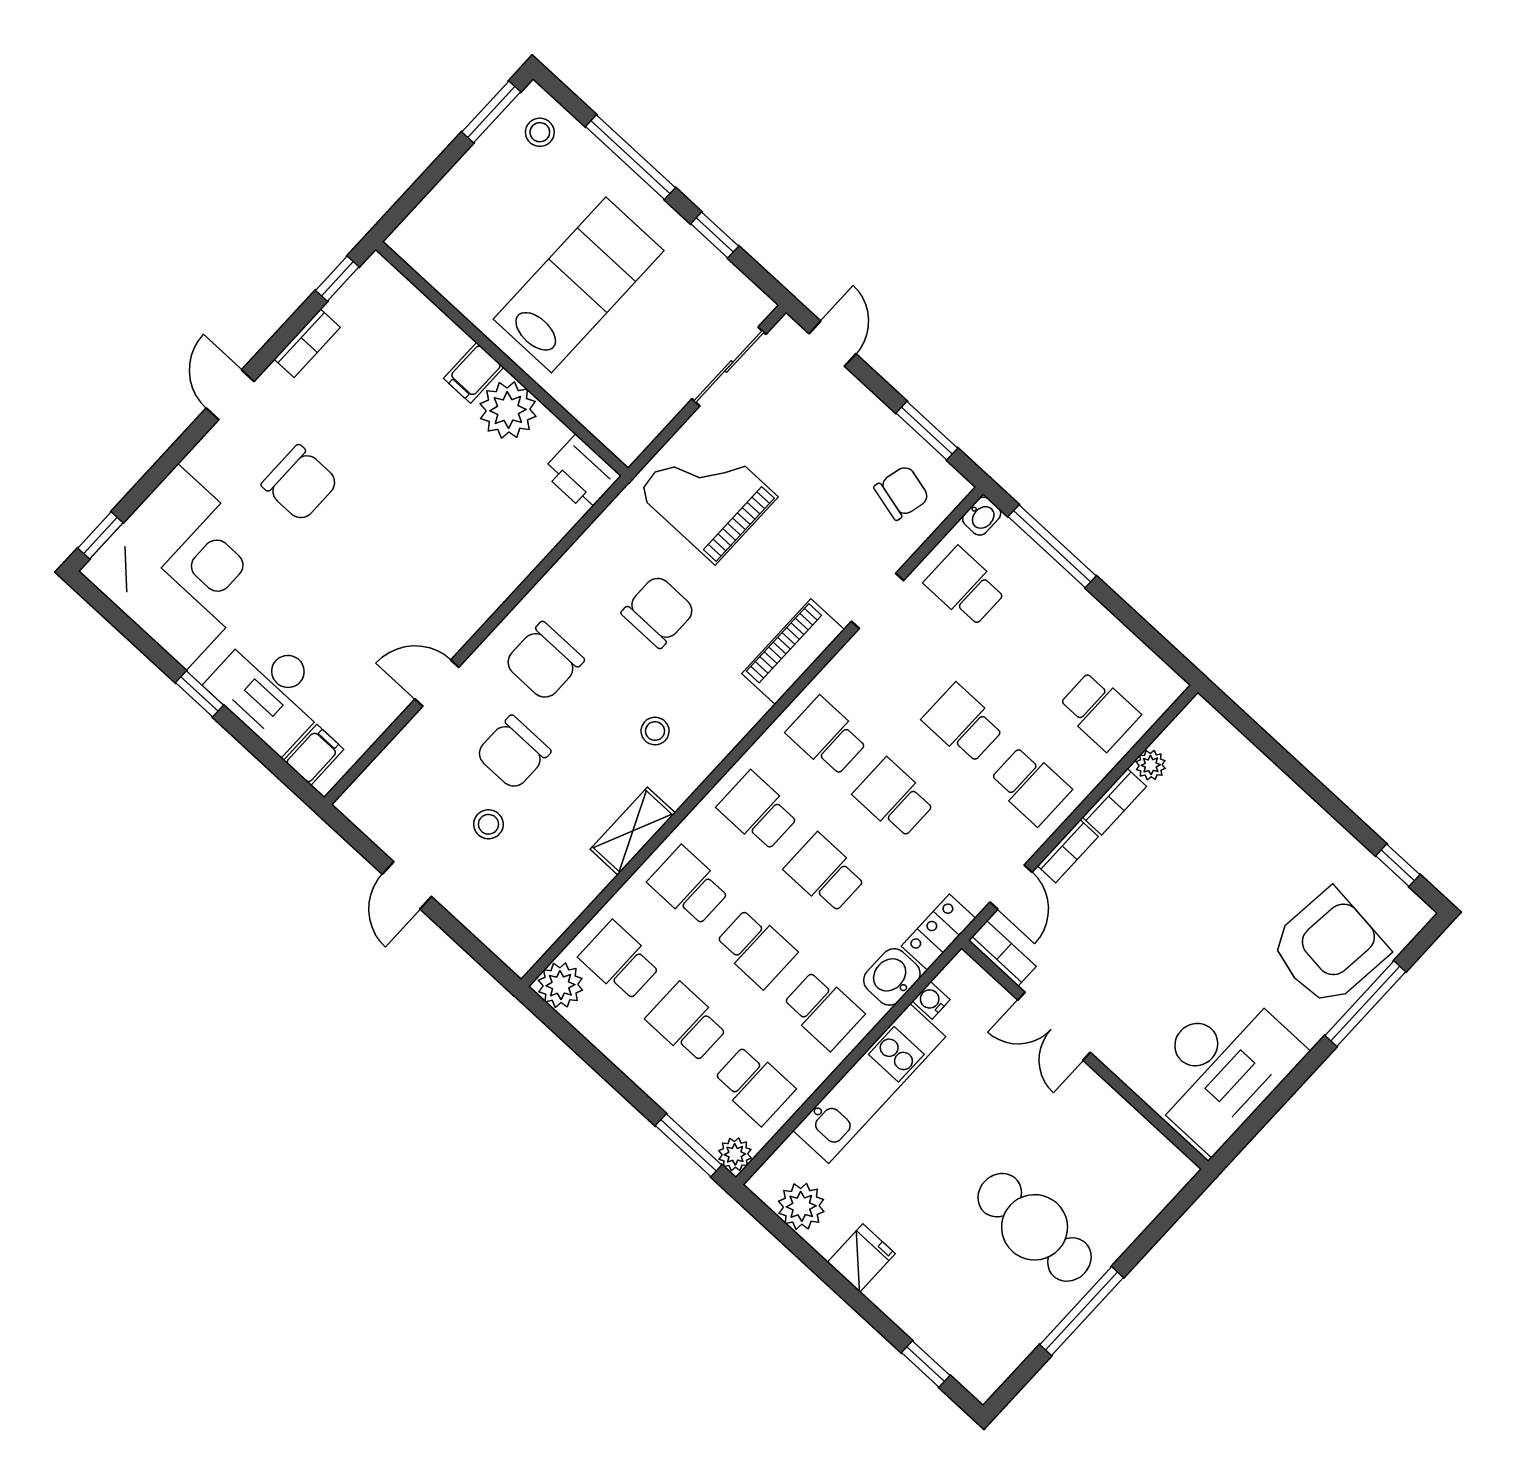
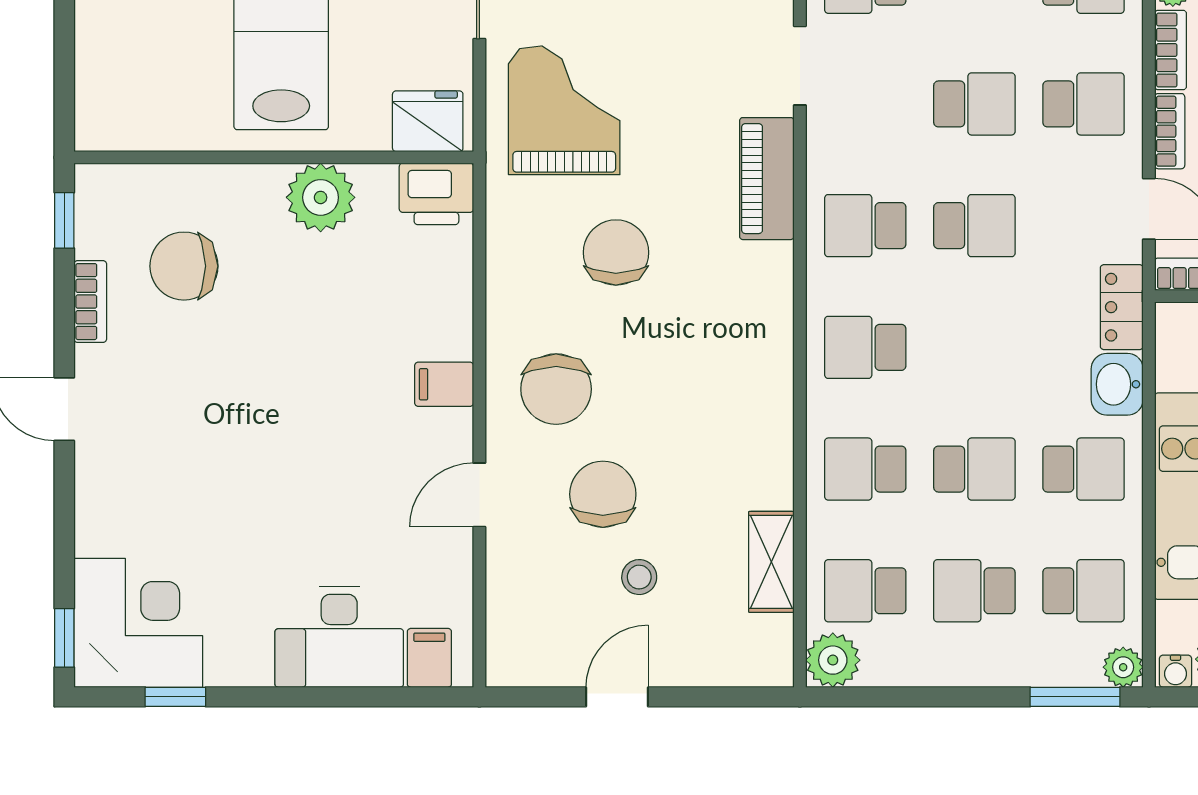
filing cabinet: (474, 373) -> (444, 384), moved, turned 90
fridge: (617, 424) -> (428, 121), added
chair: (300, 483) -> (184, 266), moved, turned 180
grand piano: (707, 495) -> (564, 110), turned 90
corner desk: (182, 567) -> (138, 623), width x0.74, depth x0.74
window: (200, 694) -> (175, 697), moved
school desk: (963, 724) -> (974, 104), turned 180
stool: (655, 731) -> (710, 360), removed
chair: (513, 753) -> (603, 494), turned 180
school desk: (894, 798) -> (974, 226), turned 180
shelving: (633, 831) -> (771, 562), moved
school desk: (825, 873) -> (974, 347), removed
door: (407, 885) -> (617, 697), swing flipped
water cooler: (931, 1000) -> (1176, 671), moved, turned -90

